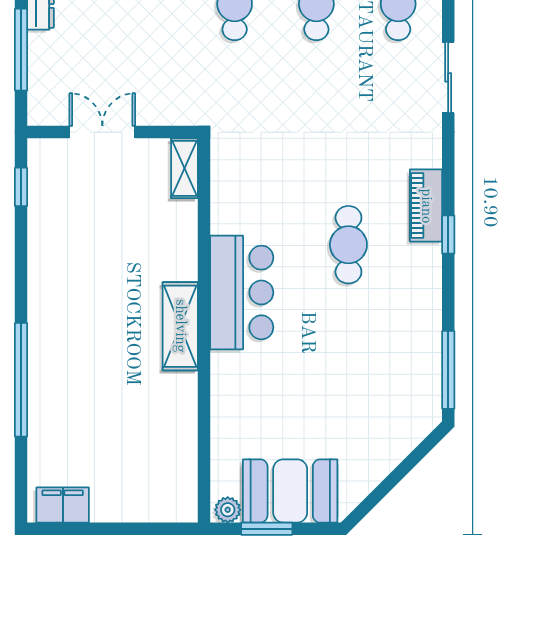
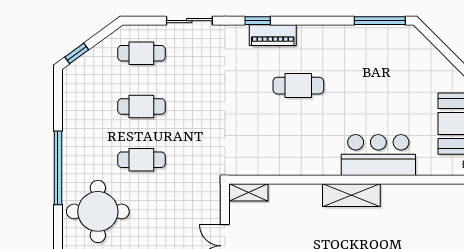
window: (448, 235) -> (258, 21), moved
bar counter: (242, 292) -> (378, 155), moved

